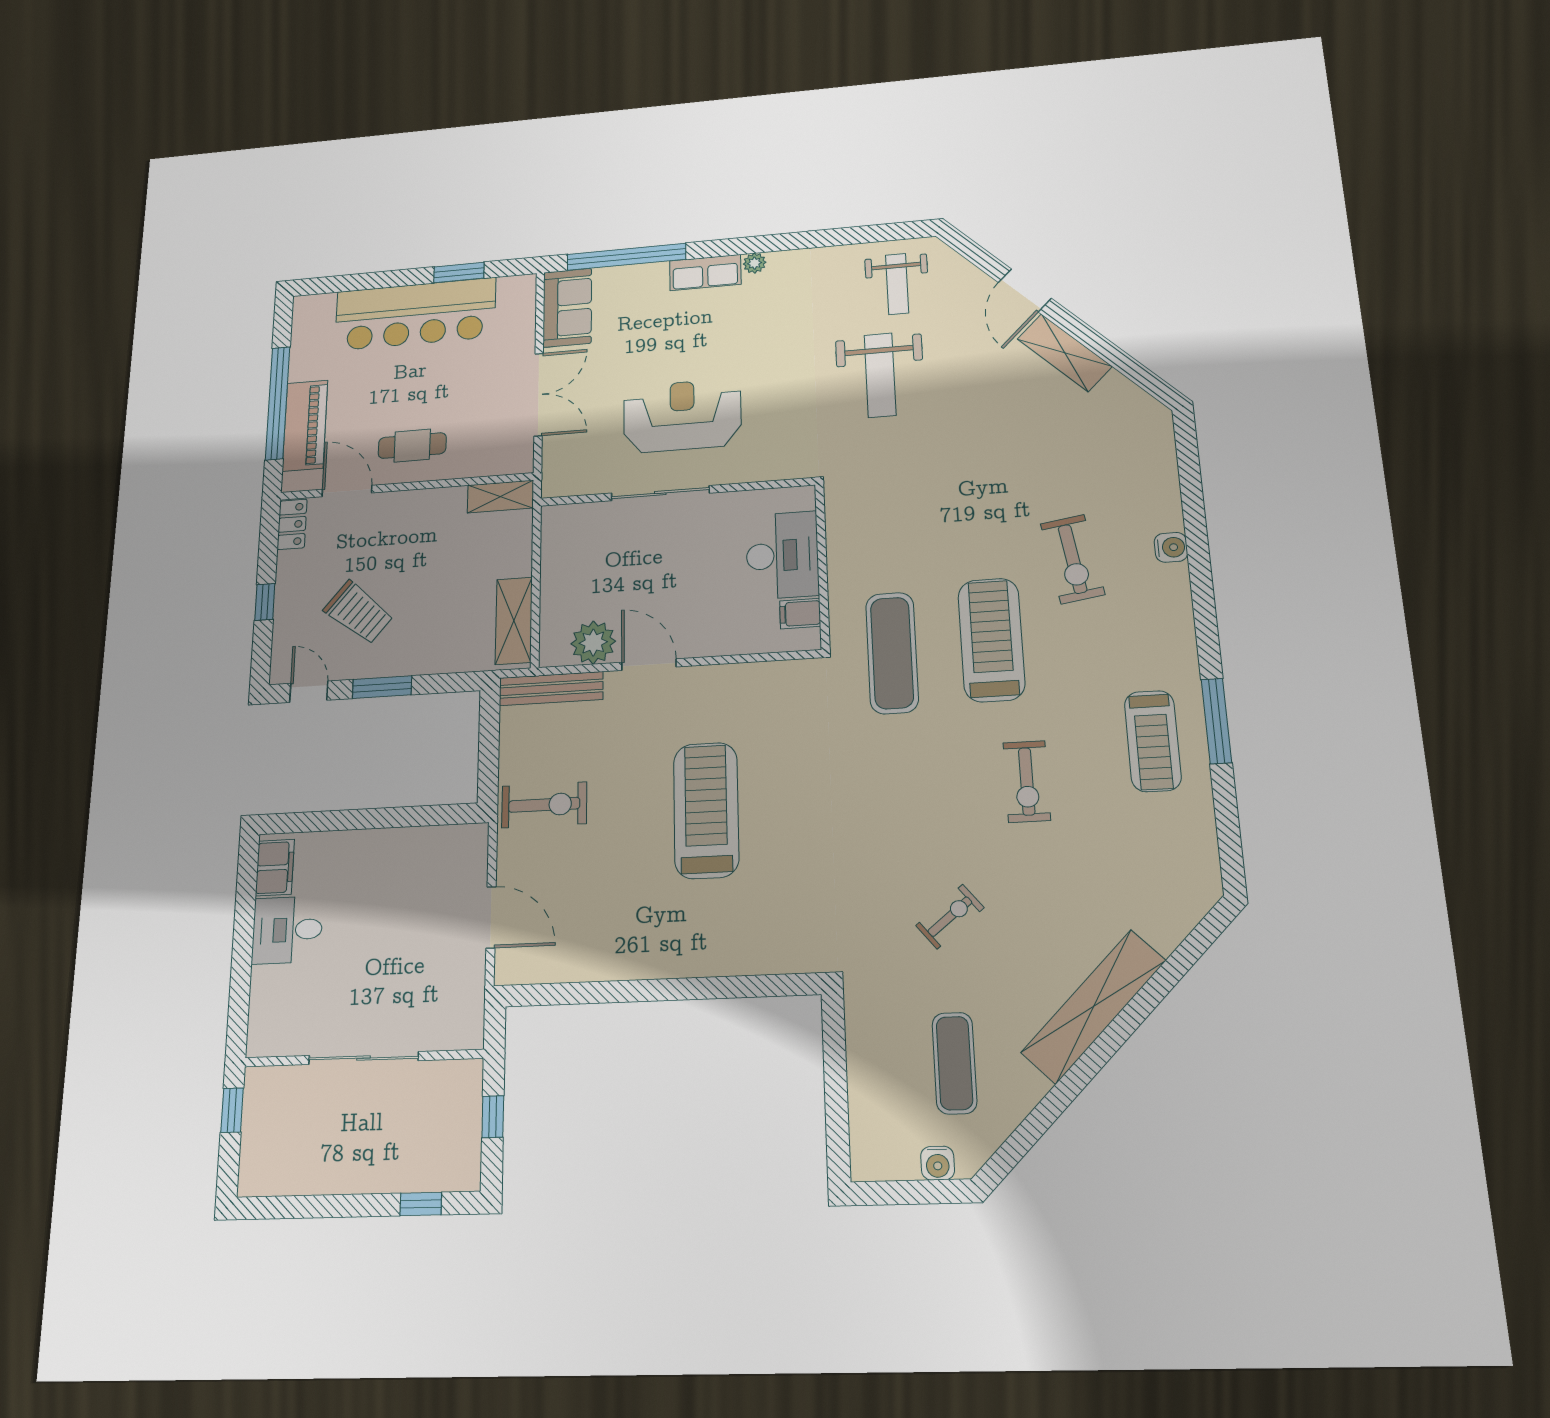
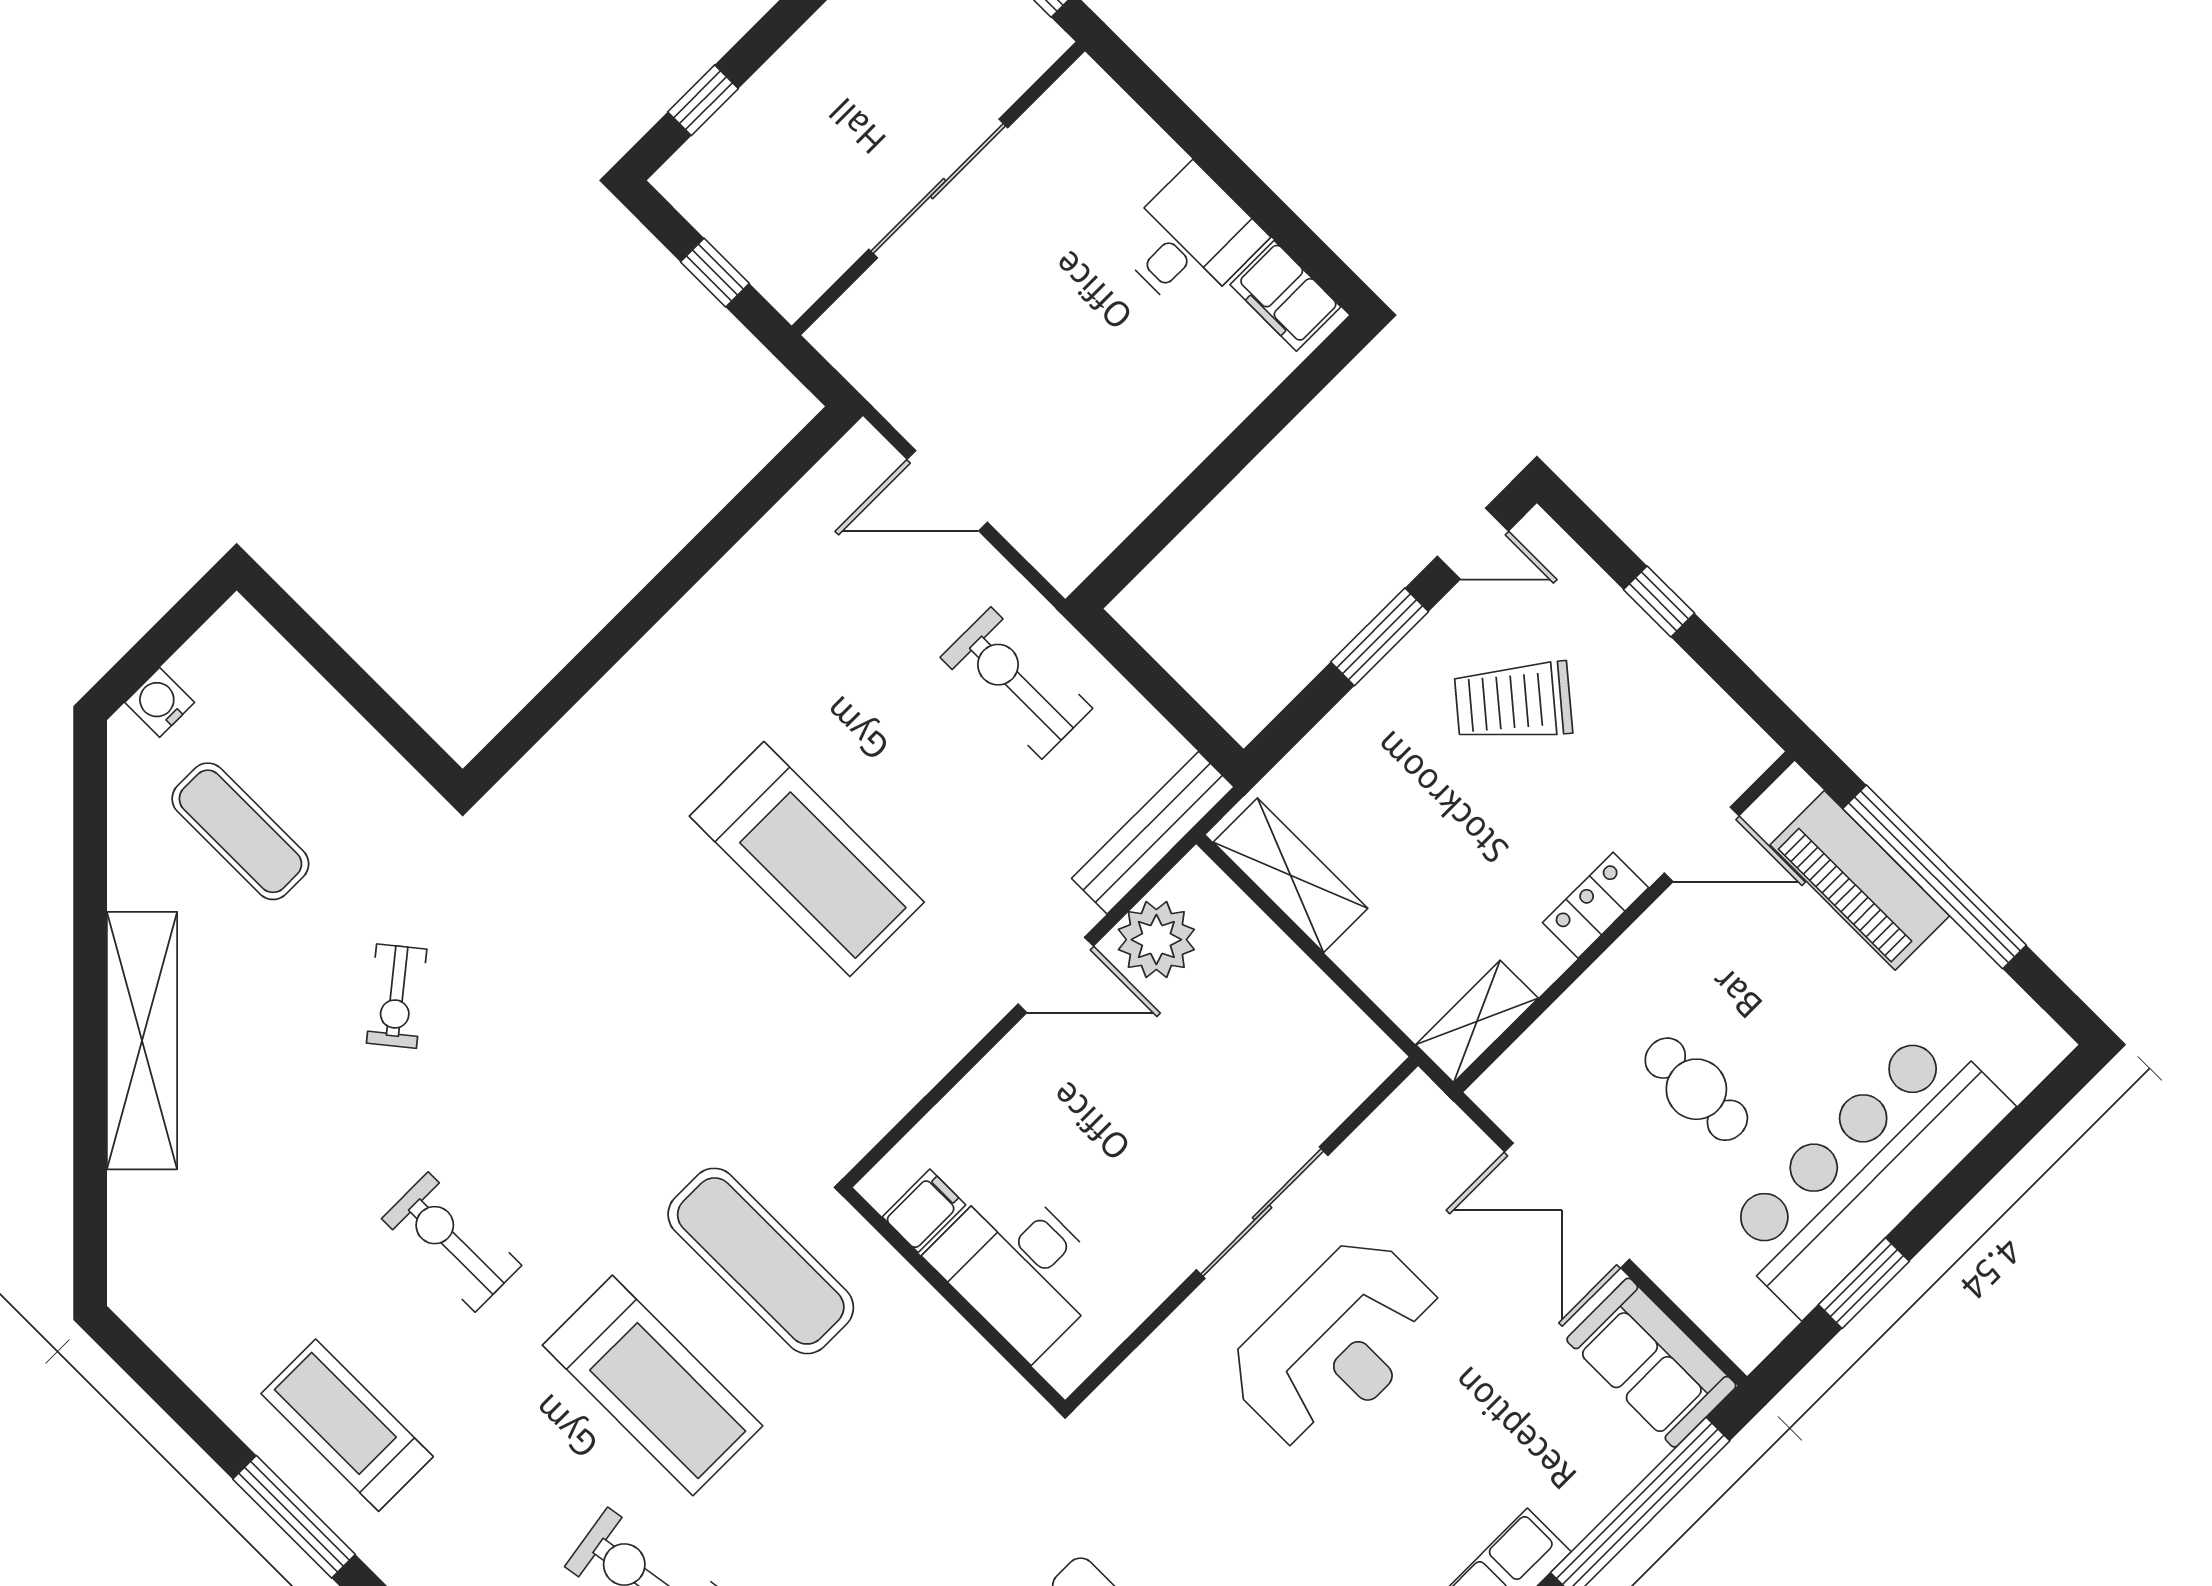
cafe table: (412, 446) -> (1696, 1089), moved, turned 90
locker: (292, 524) -> (1596, 905), moved, turned 90
exercise bike: (544, 805) -> (1016, 683), turned 90

